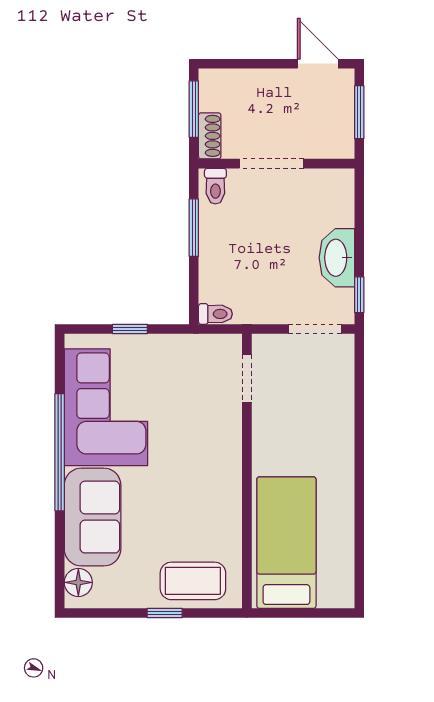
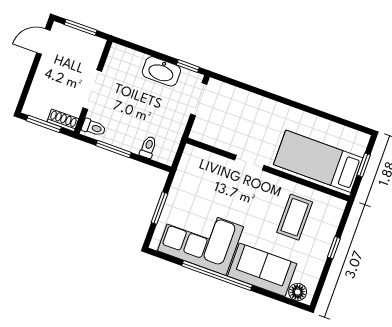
toilet: (215, 314) -> (148, 147), moved
window: (130, 329) -> (160, 208), width x1.50
doorway: (247, 378) -> (249, 163), moved
coffee table: (193, 581) -> (295, 217), moved
window: (305, 613) -> (364, 165), added

